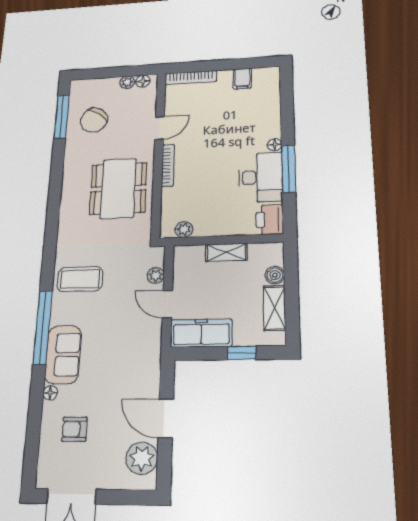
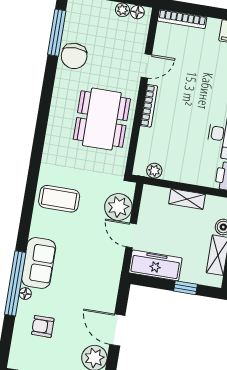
chair: (94, 120) -> (74, 56), moved, turned -35
plant: (156, 275) -> (118, 207), width x1.87, depth x1.87
window: (43, 327) -> (15, 283), moved

